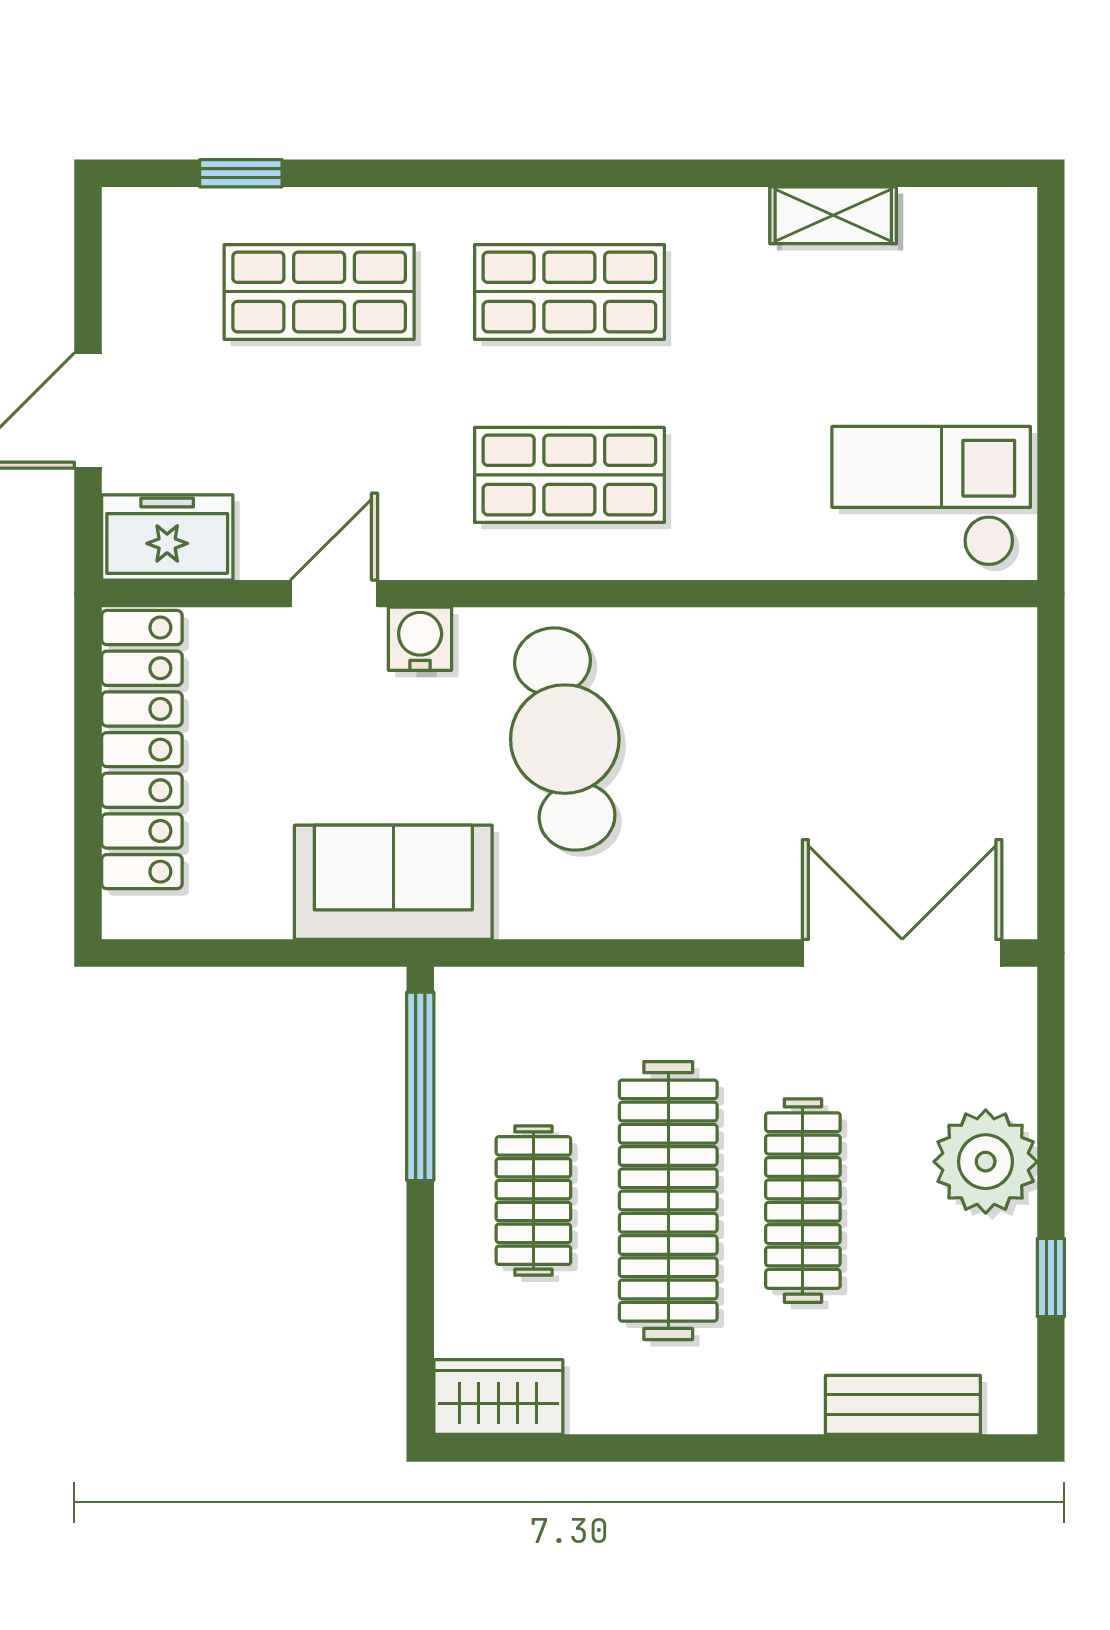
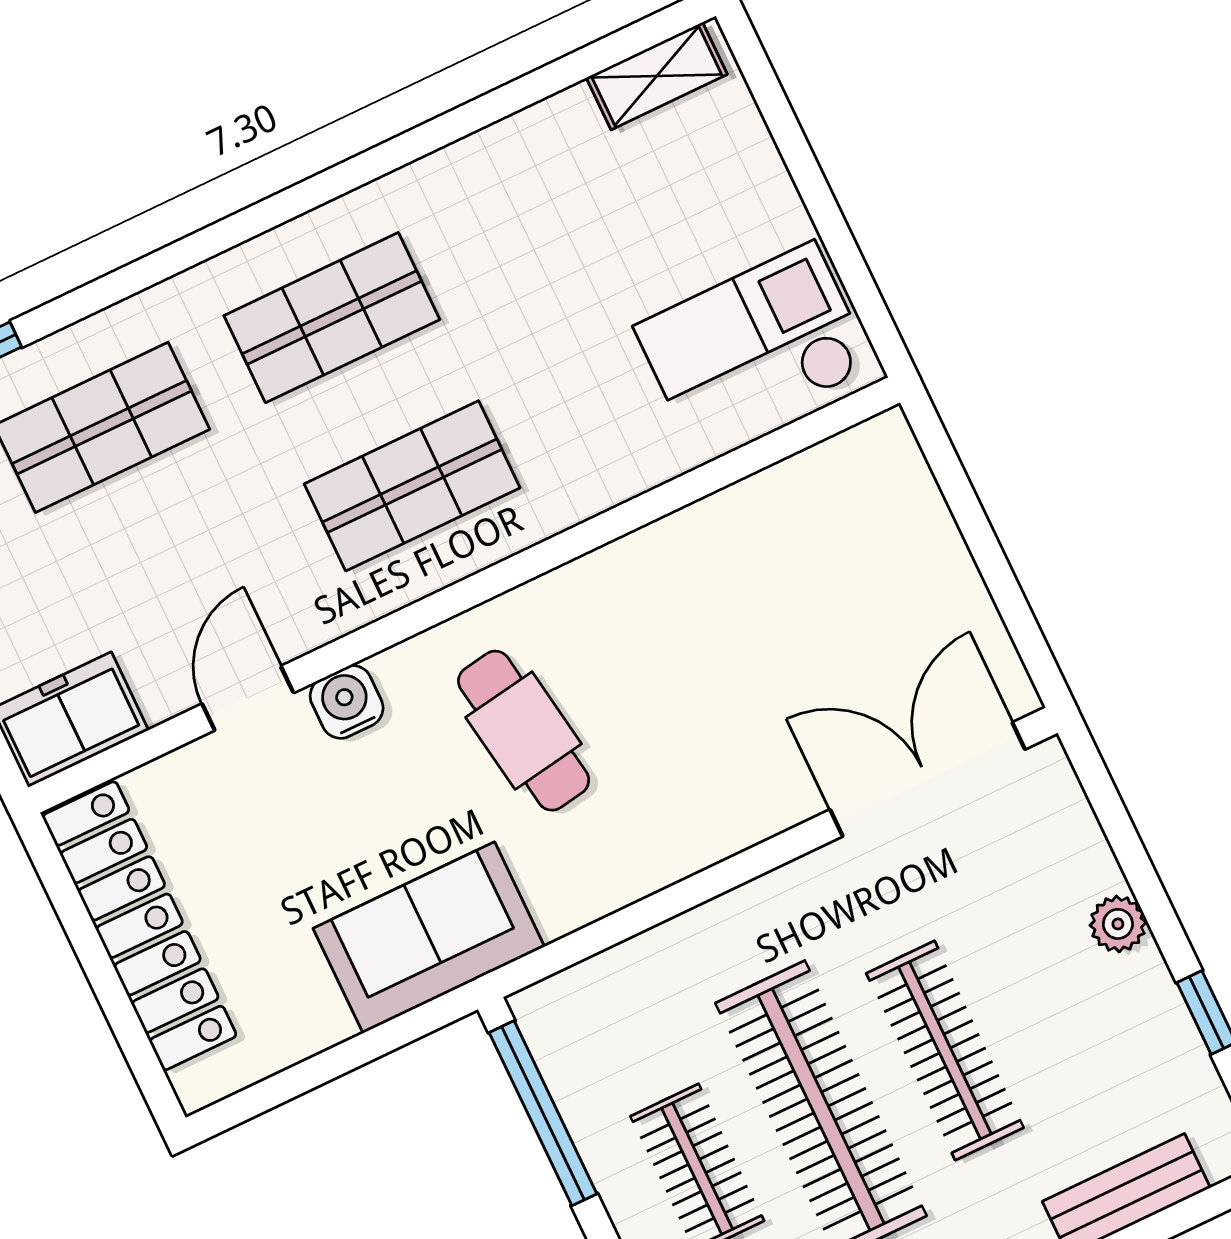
shelving: (833, 215) -> (657, 76), moved
cafe table: (565, 739) -> (524, 731), width x0.73, depth x0.74
plant: (986, 1162) -> (1118, 924), width x0.53, depth x0.53

